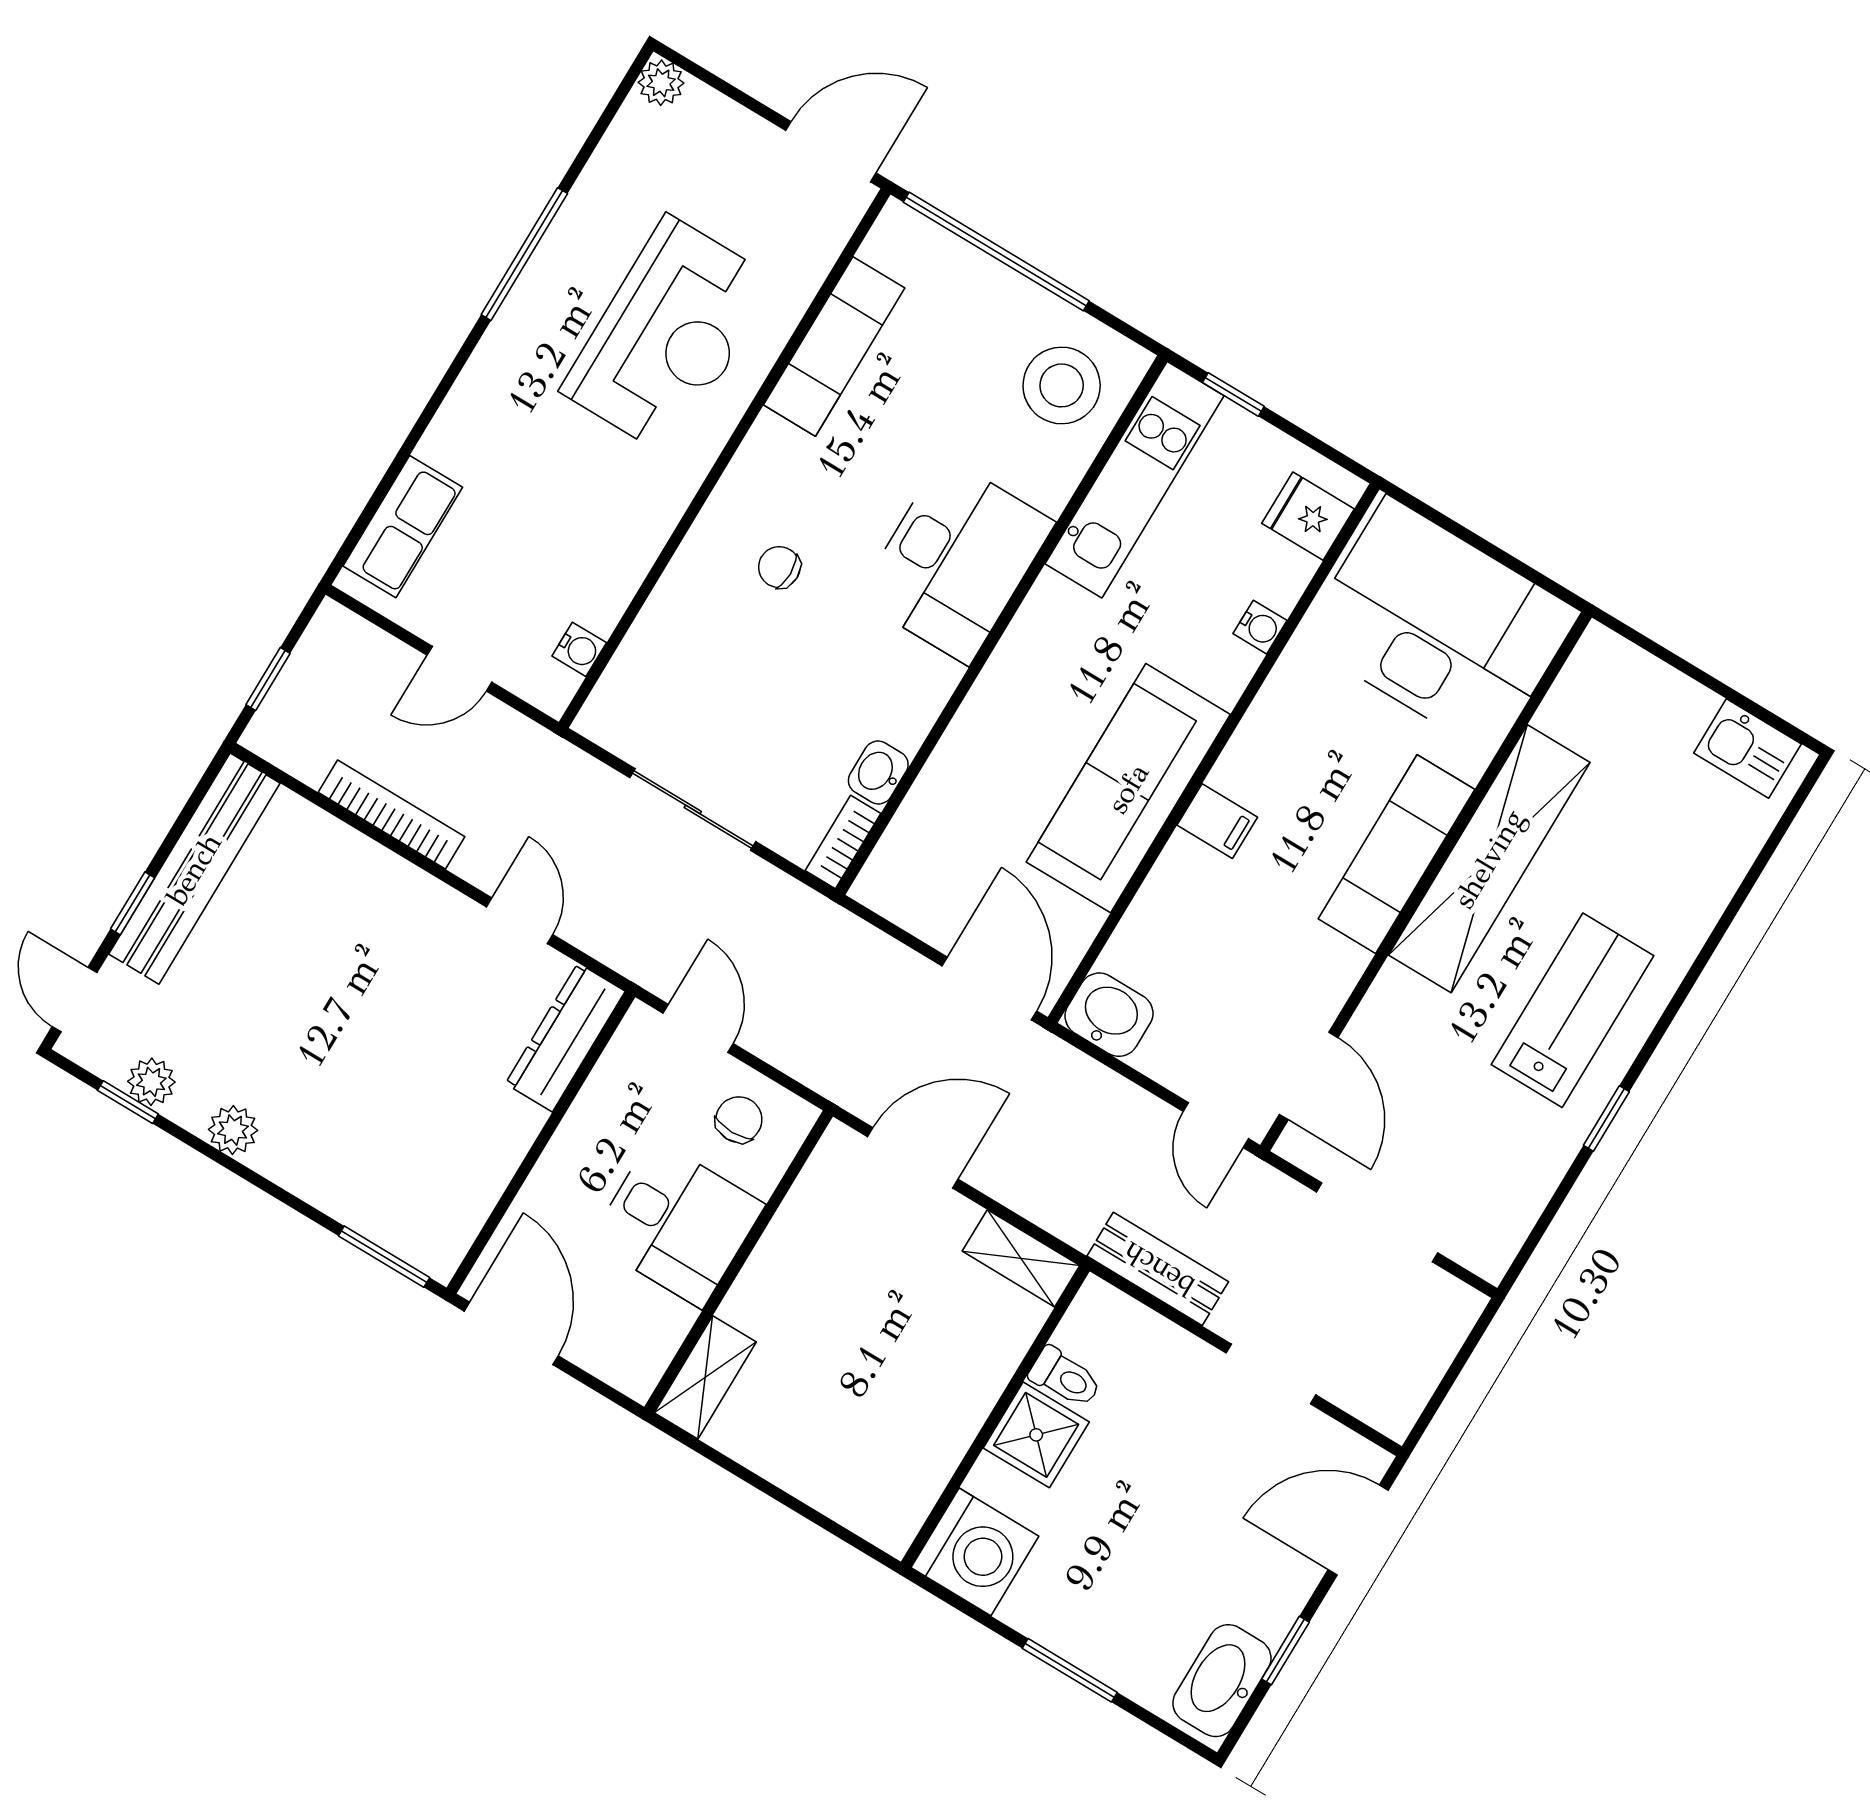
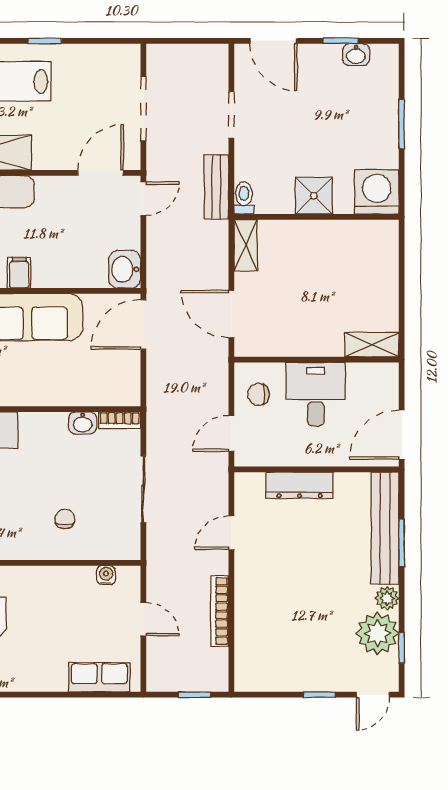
chair: (779, 567) -> (65, 519), moved, turned 180
bench: (194, 869) -> (385, 528), moved, turned 90
dresser: (565, 1037) -> (300, 485), moved
plant: (151, 1082) -> (378, 633), width x1.87, depth x1.87
window: (384, 1257) -> (402, 543), moved
toilet: (1065, 1378) -> (244, 198), moved
washbasin: (1222, 1681) -> (356, 55), width x0.52, depth x0.69

